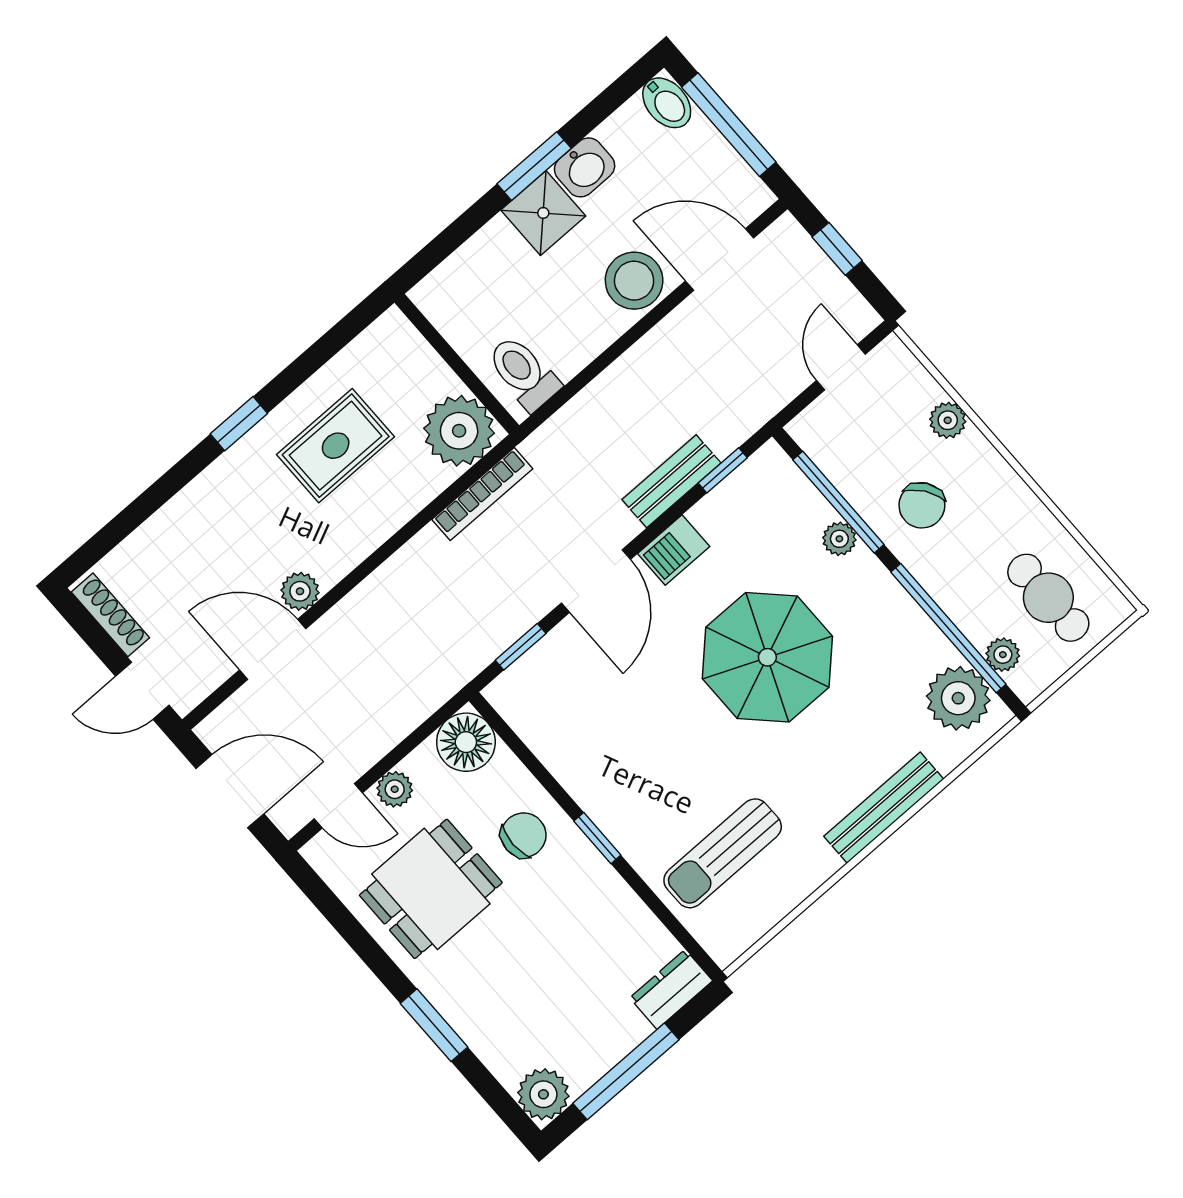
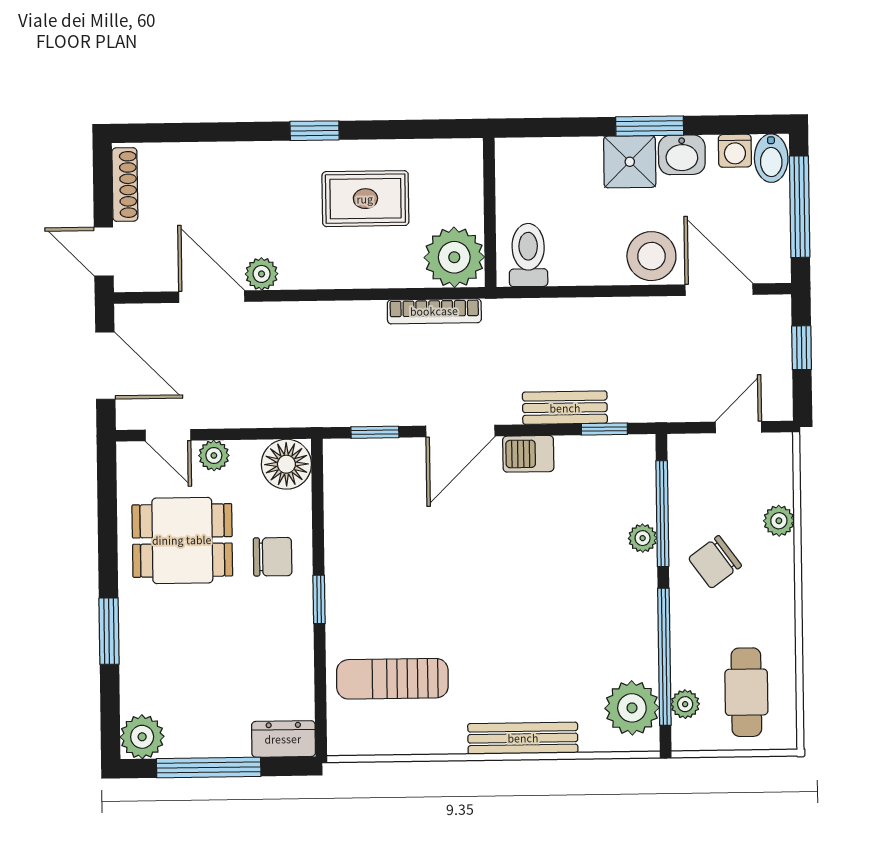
washing machine: (629, 124) -> (735, 151), added
parasol: (767, 657) -> (530, 576), removed

